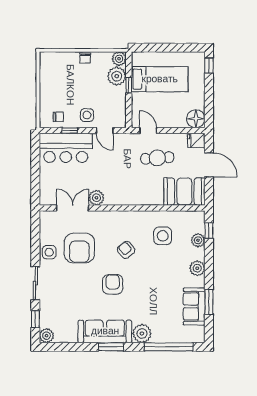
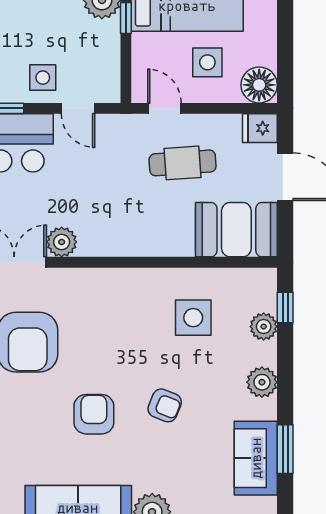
side table: (170, 107) -> (207, 62), added
armchair: (126, 250) -> (165, 405), moved, turned 151

